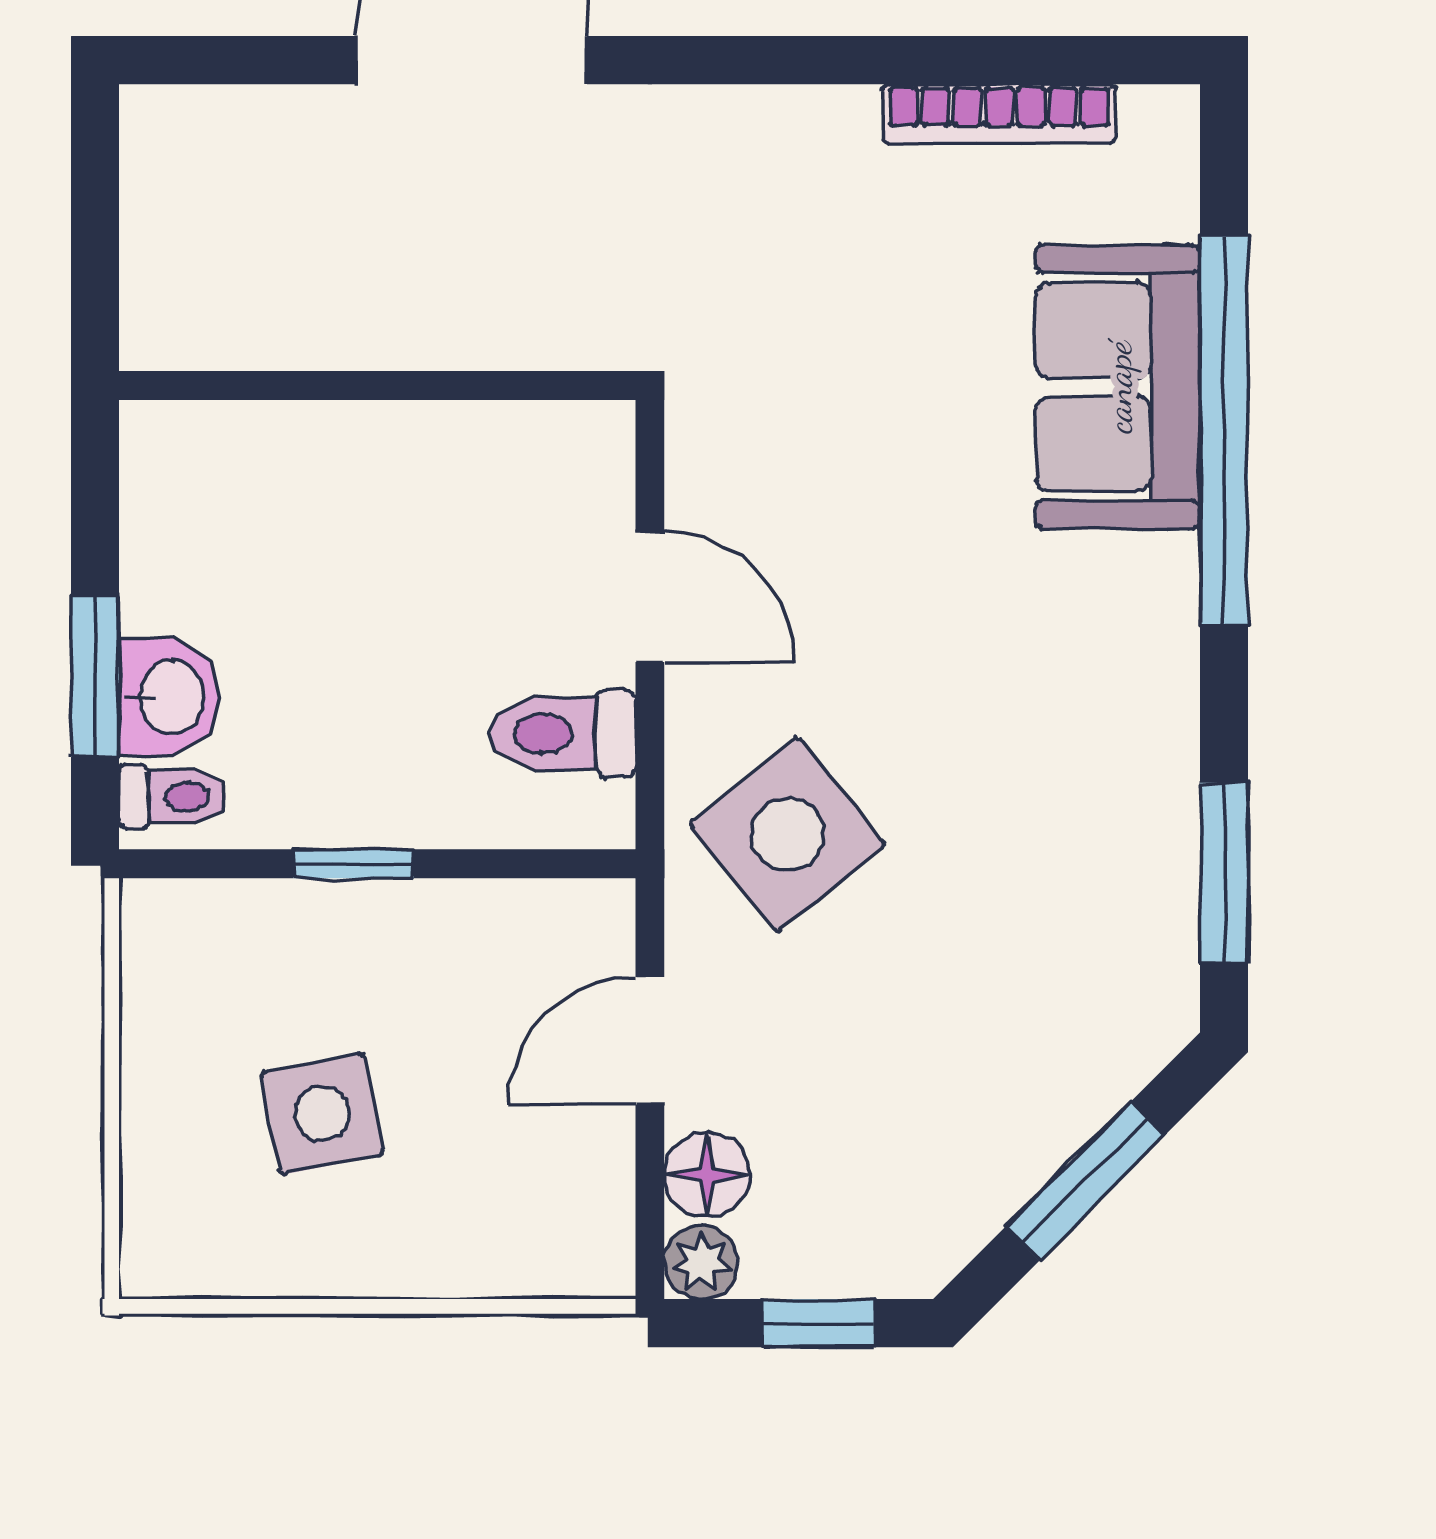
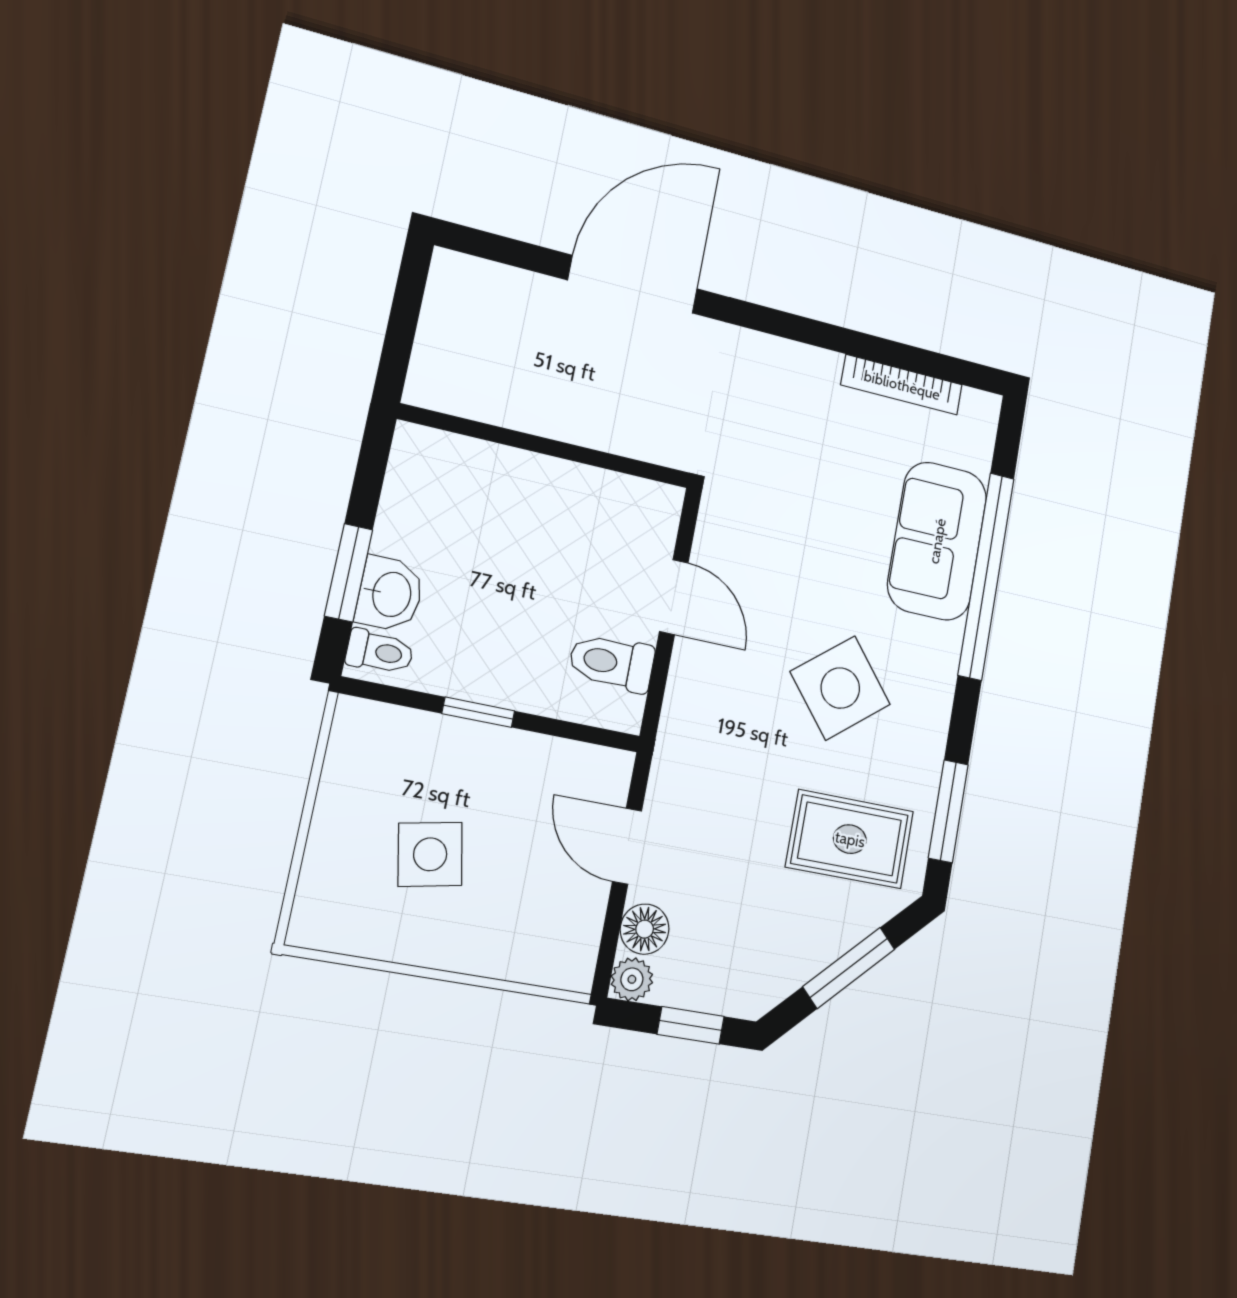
side table: (787, 834) -> (840, 688), moved
rug: (1047, 957) -> (850, 839), added
door: (650, 1041) -> (627, 846), hinge flipped

